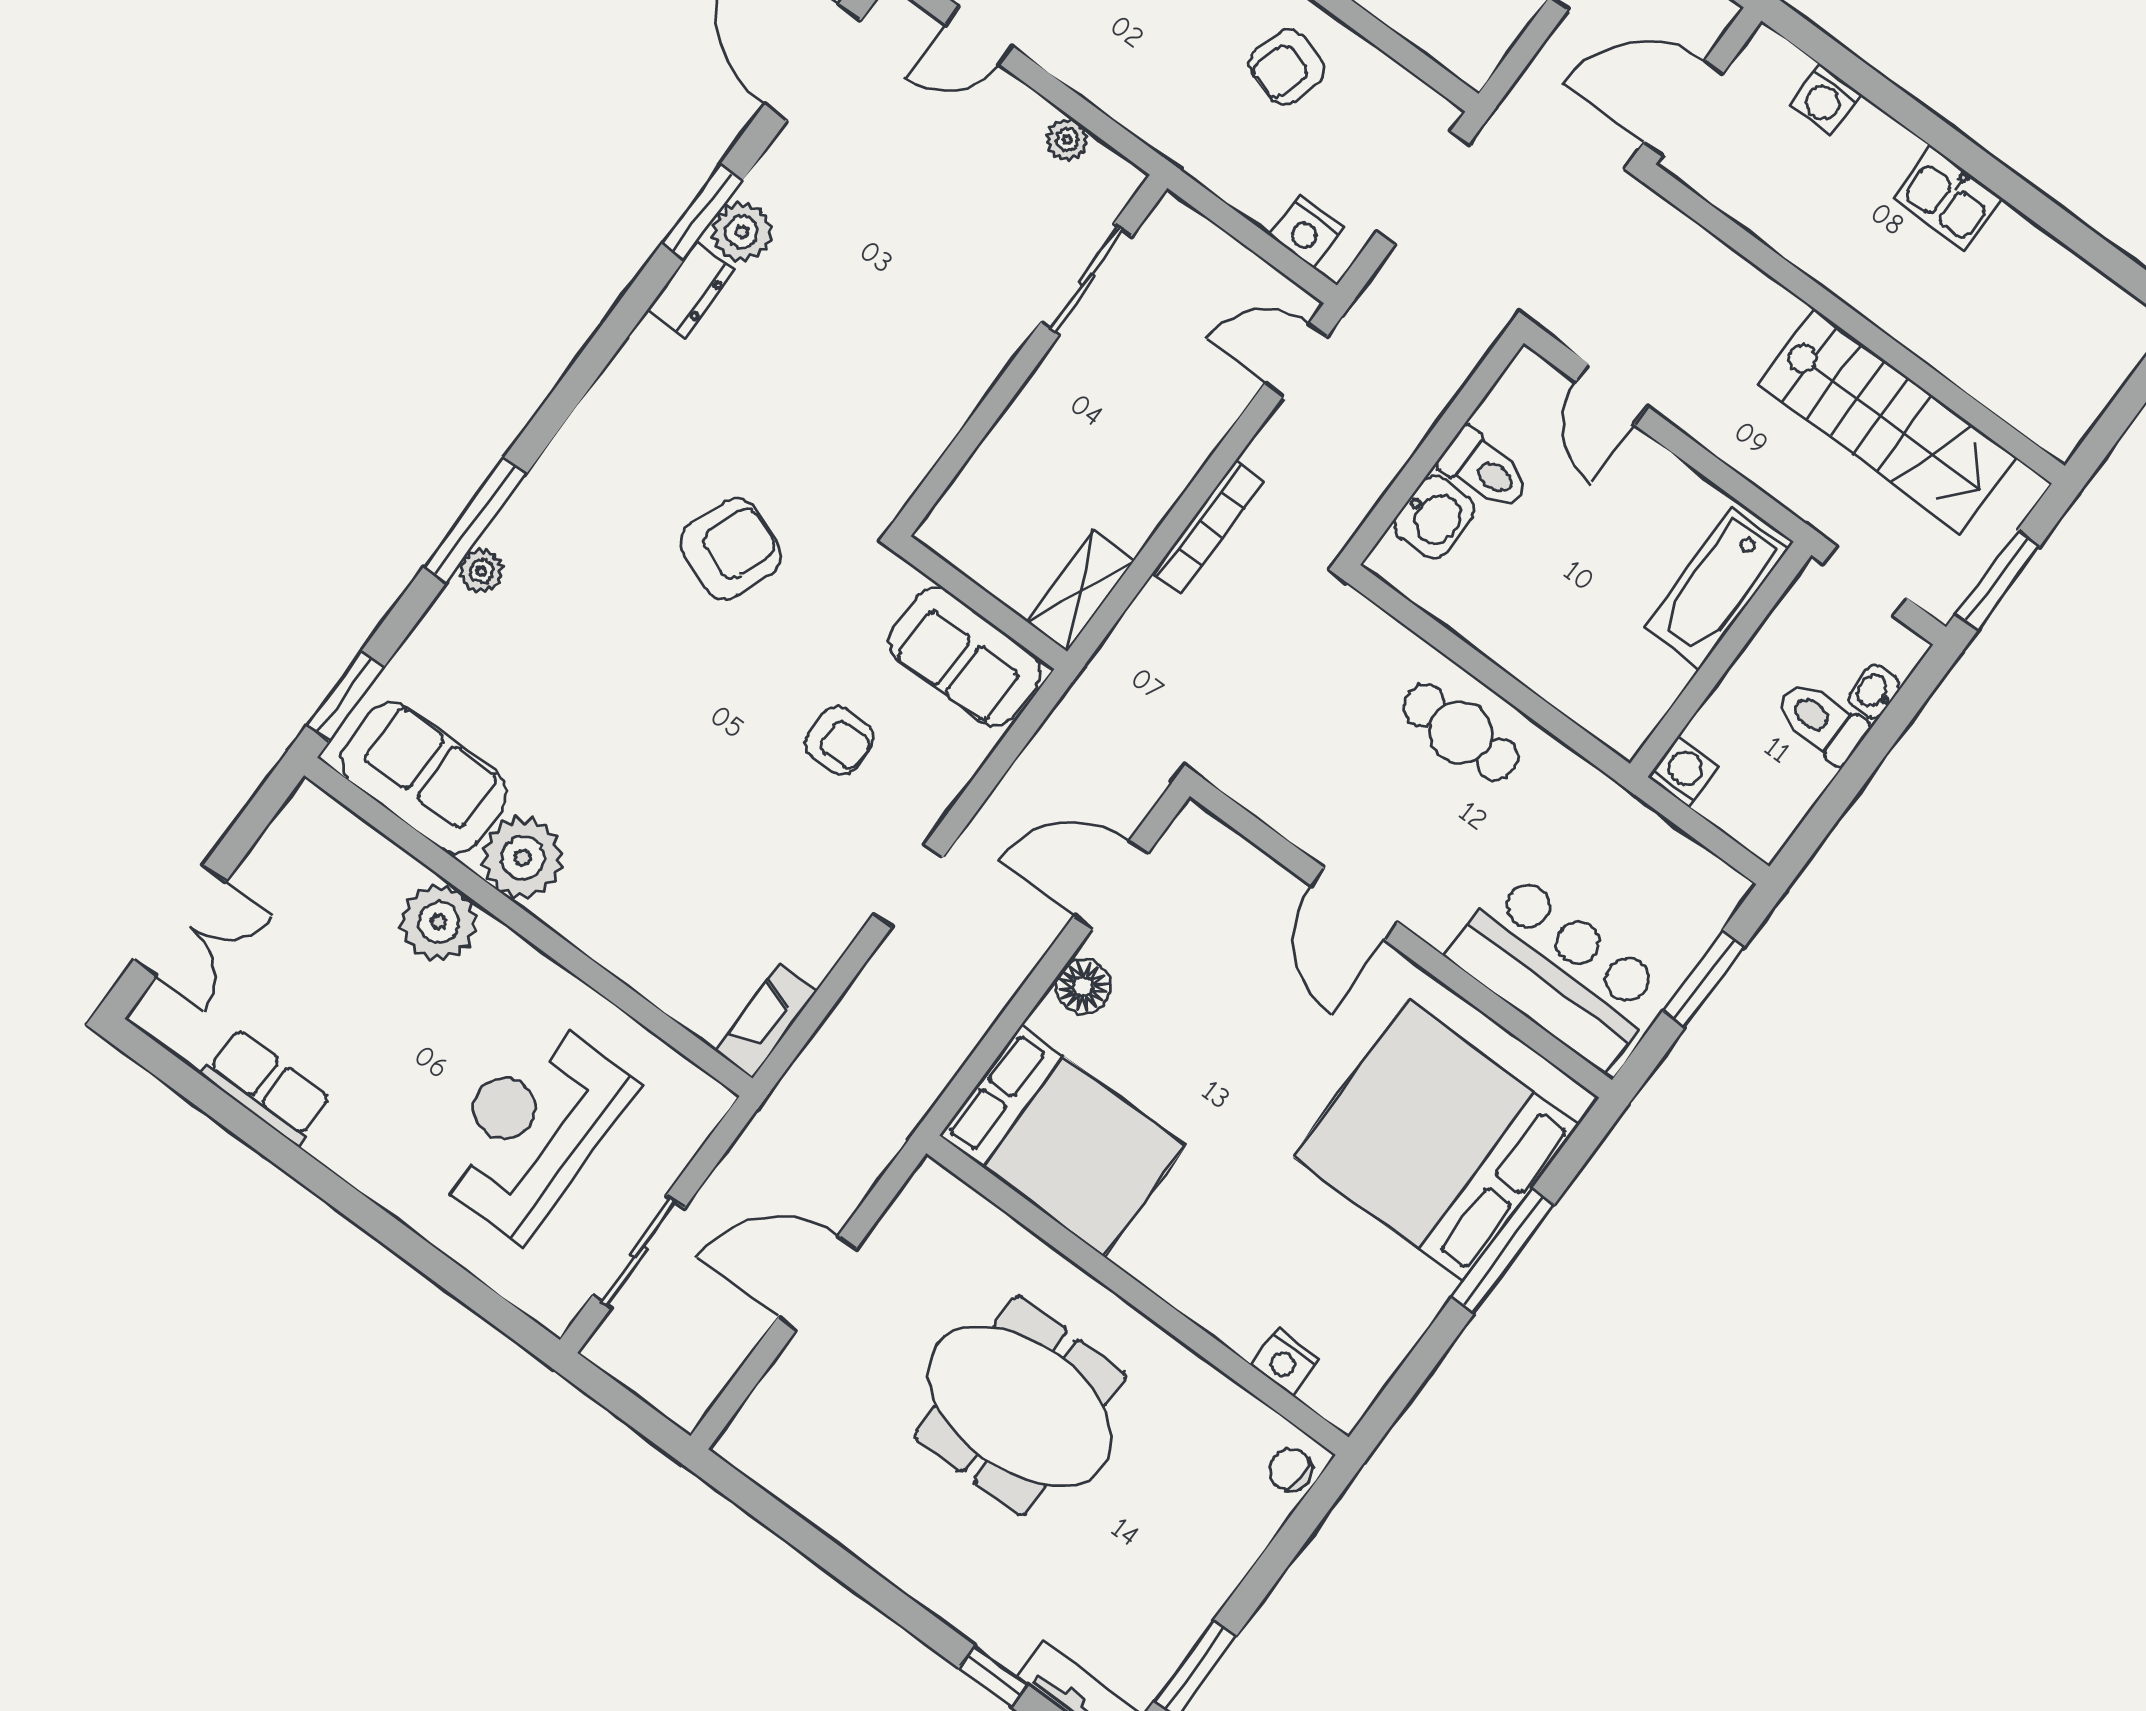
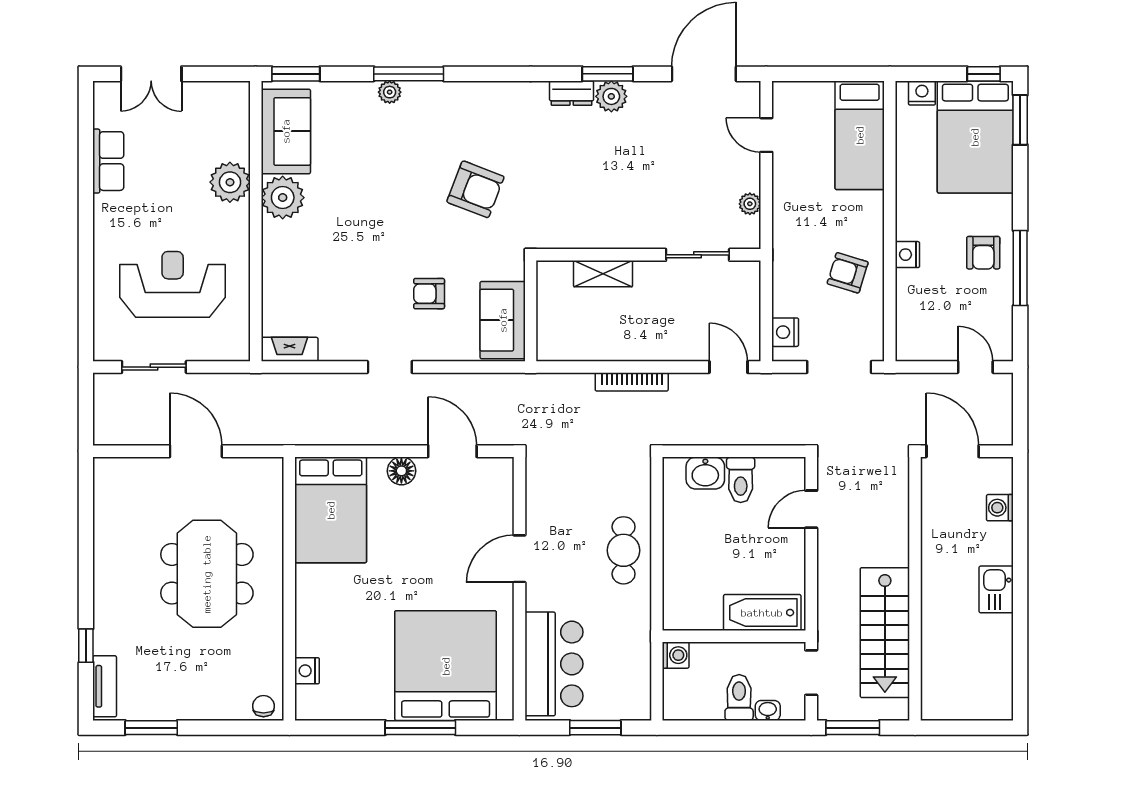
shelving: (1080, 591) -> (603, 274), moved
armchair: (839, 741) -> (429, 294), turned 90

